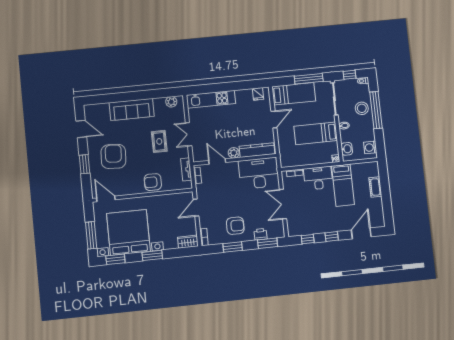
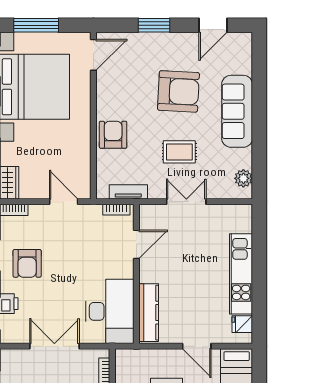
kitchen unit: (211, 99) -> (241, 274), moved
plant: (234, 153) -> (148, 273), removed
armchair: (113, 156) -> (178, 91), moved

